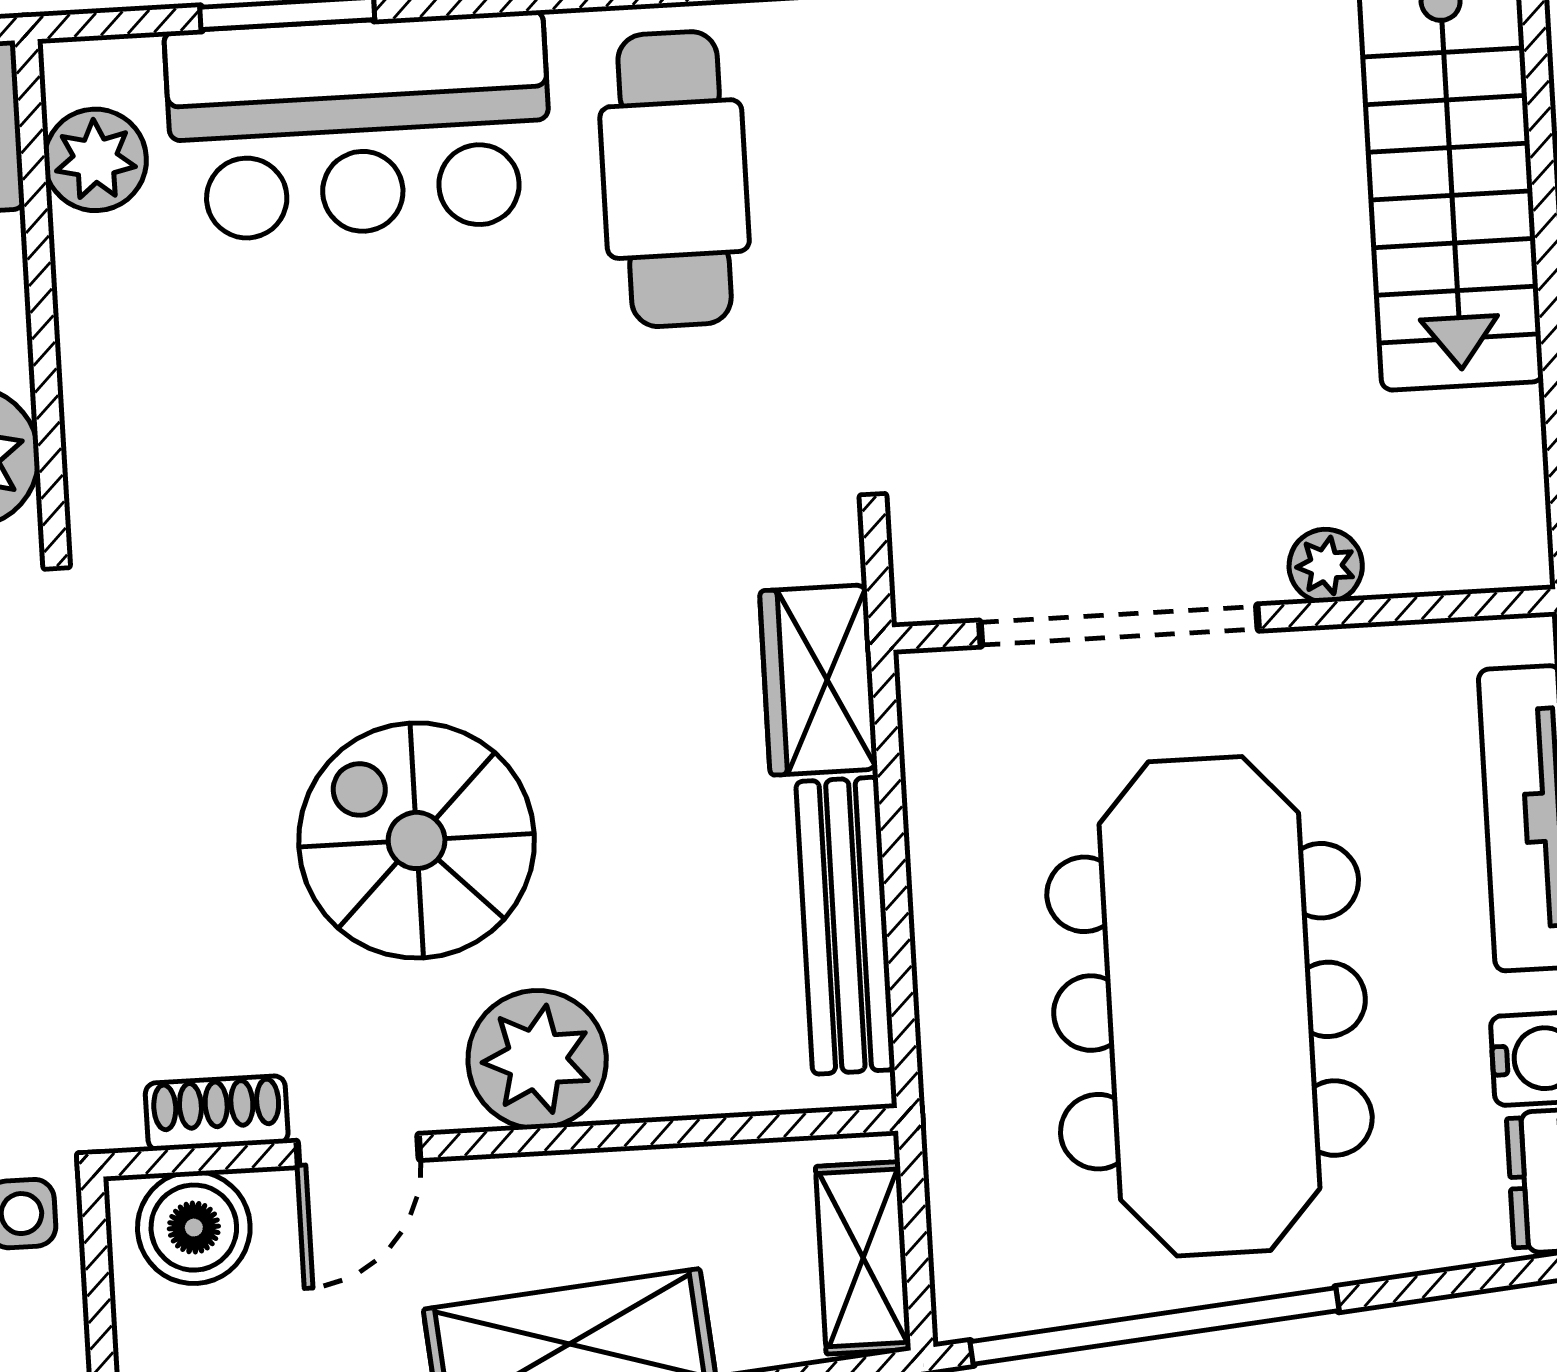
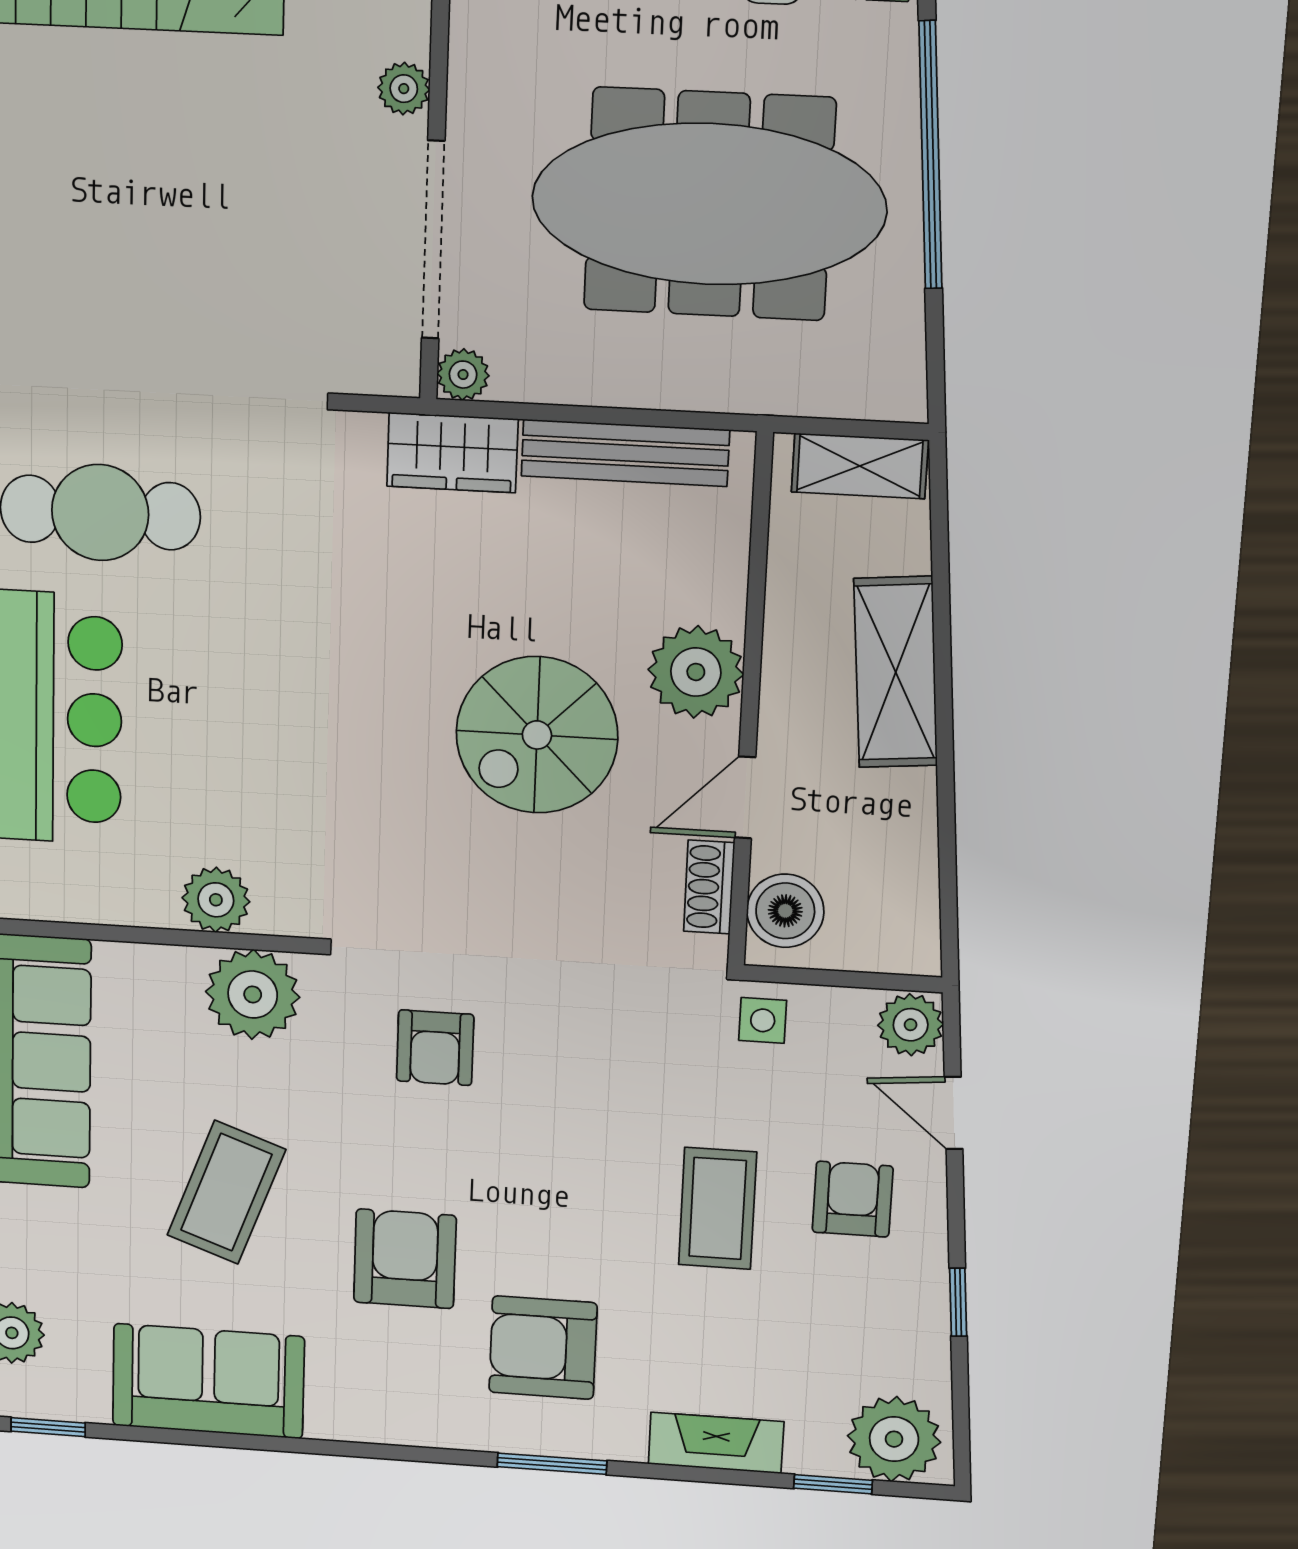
plant: (95, 160) -> (216, 900), moved
plant: (933, 685) -> (463, 375), added
door: (358, 1150) -> (745, 797), swing flipped
window: (1154, 1326) -> (930, 155), moved

